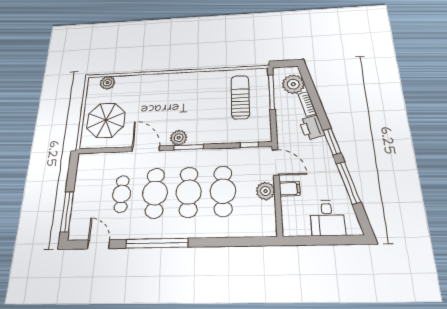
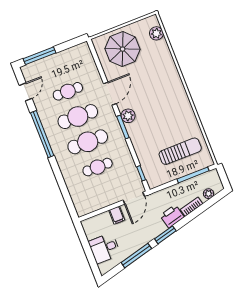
plant: (293, 84) -> (209, 194), width x0.53, depth x0.53
cafe table: (223, 191) -> (98, 167), width x0.73, depth x0.74
plant: (265, 191) -> (109, 198), removed

